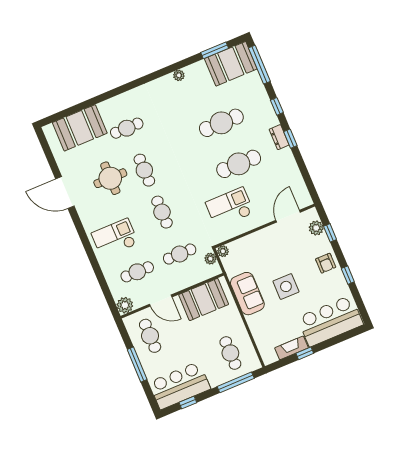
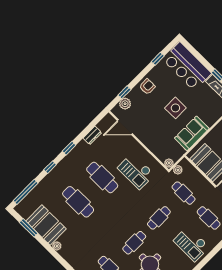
booth: (231, 64) -> (46, 225), moved
dresser: (279, 137) -> (92, 135), moved
window: (348, 275) -> (158, 59), moved

